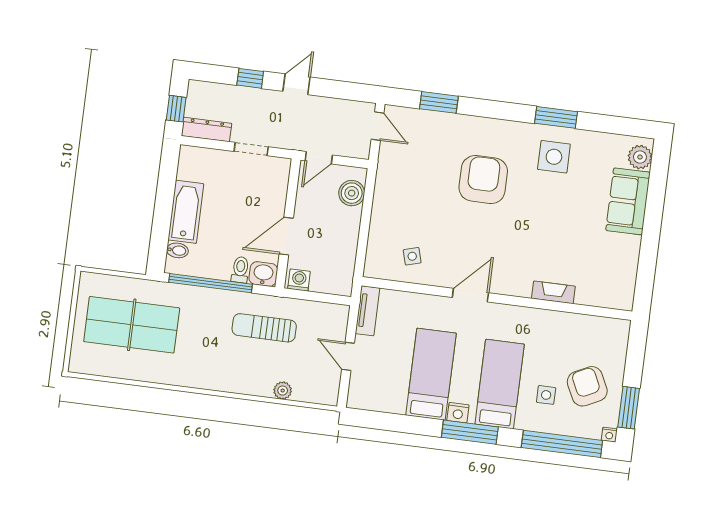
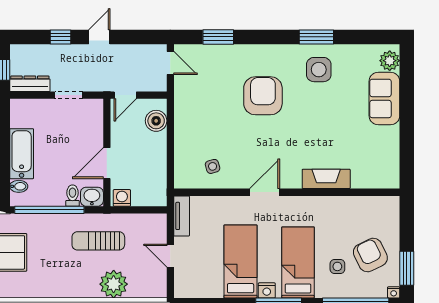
fireplace: (553, 292) -> (326, 179), width x1.37, depth x1.32
plant: (283, 391) -> (114, 284), width x1.87, depth x1.87

